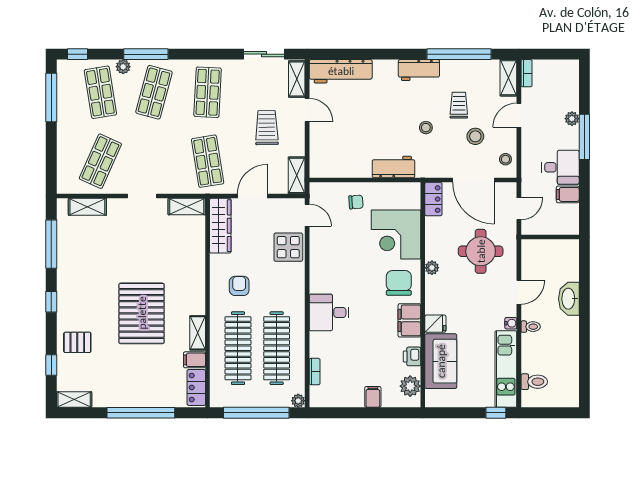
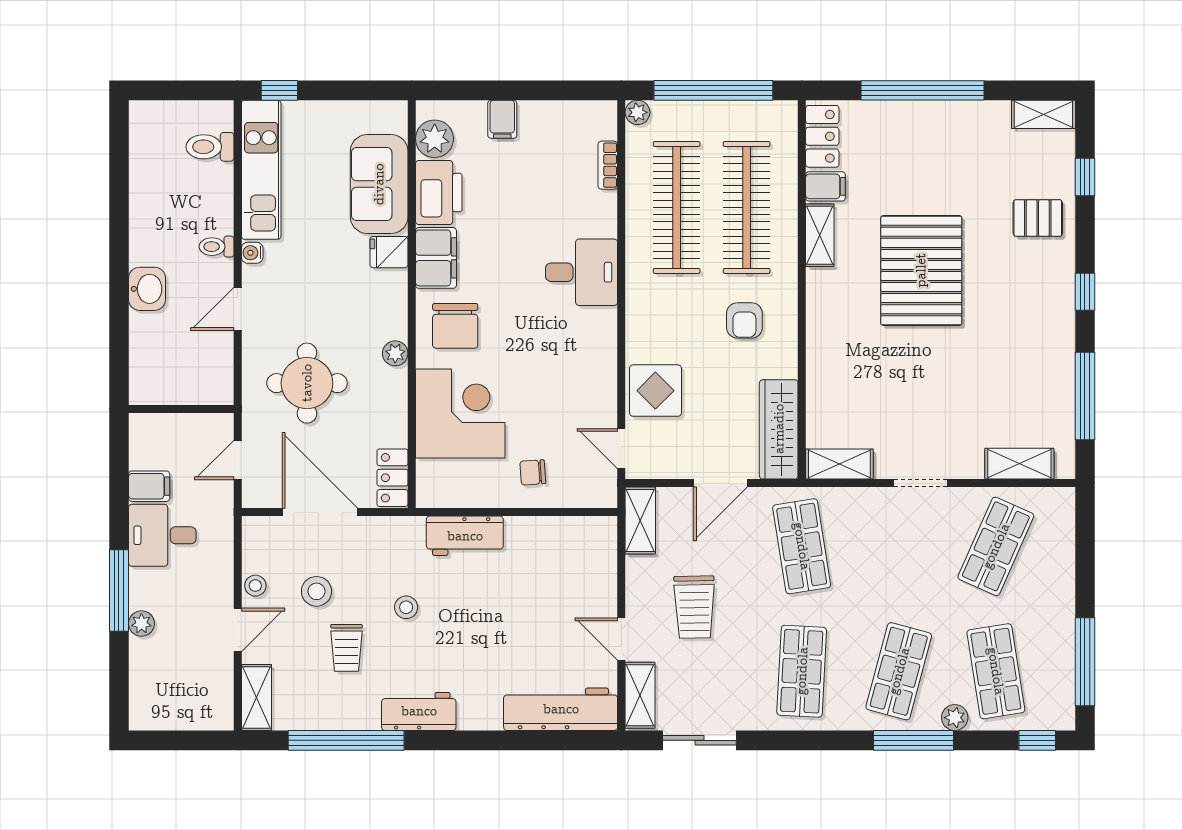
bookcase: (526, 73) -> (224, 706), removed
stool: (505, 159) -> (255, 586), moved
washbasin: (569, 299) -> (147, 289), width x0.72
printer: (412, 356) -> (439, 193), width x1.87, depth x1.48

